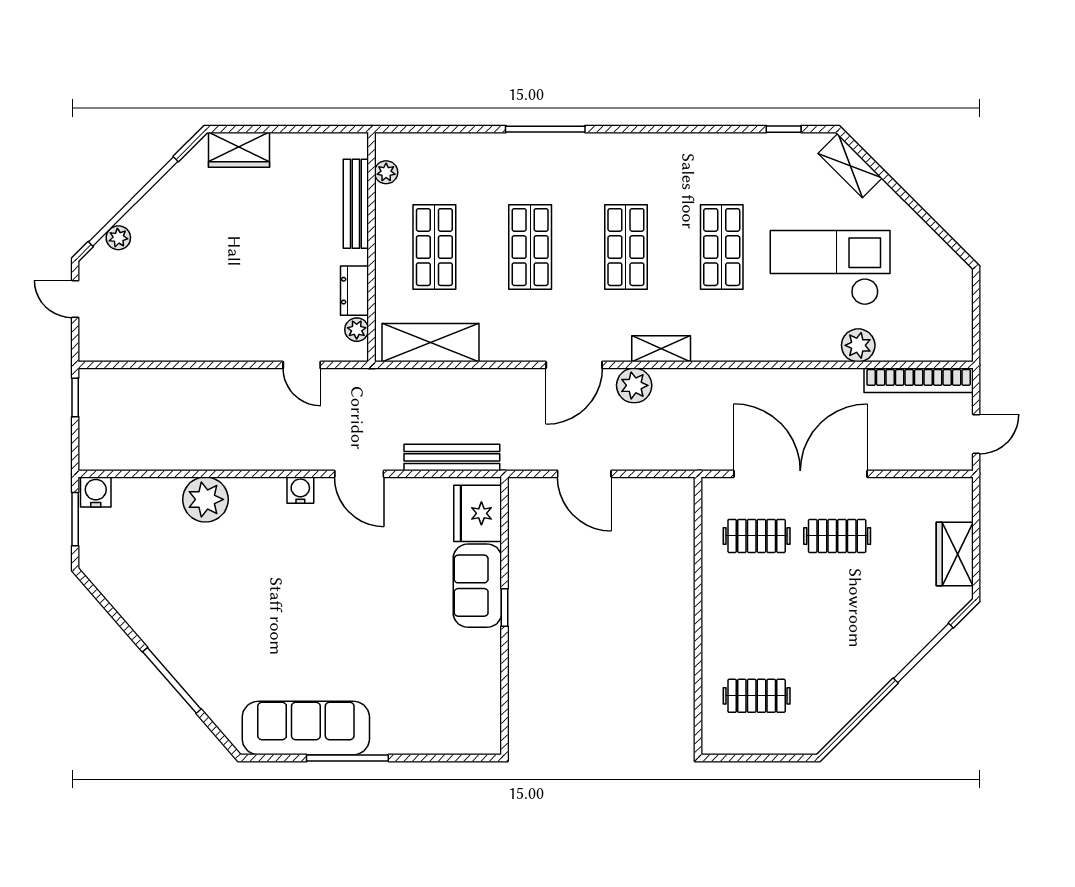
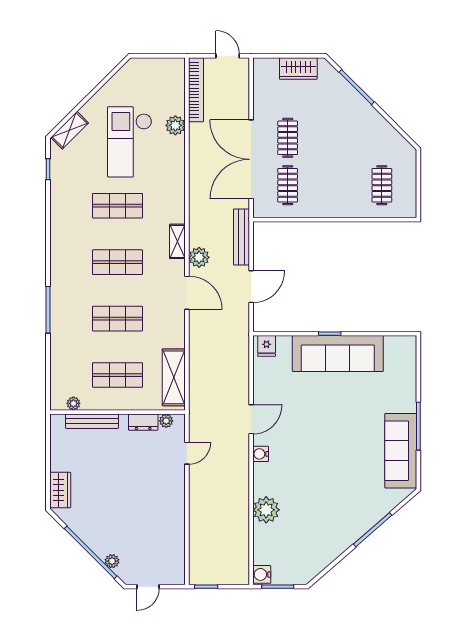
bench: (452, 457) -> (241, 237), moved
fridge: (478, 513) -> (267, 346), width x0.53, depth x0.75
sofa: (477, 586) -> (338, 353), width x1.85, depth x1.27

